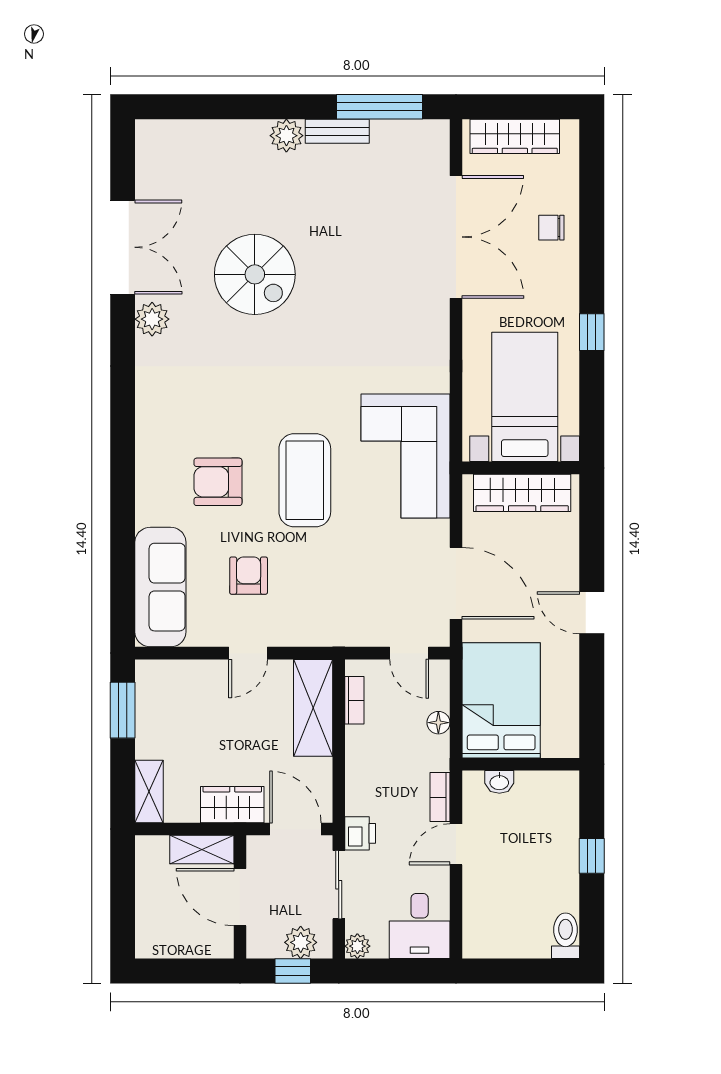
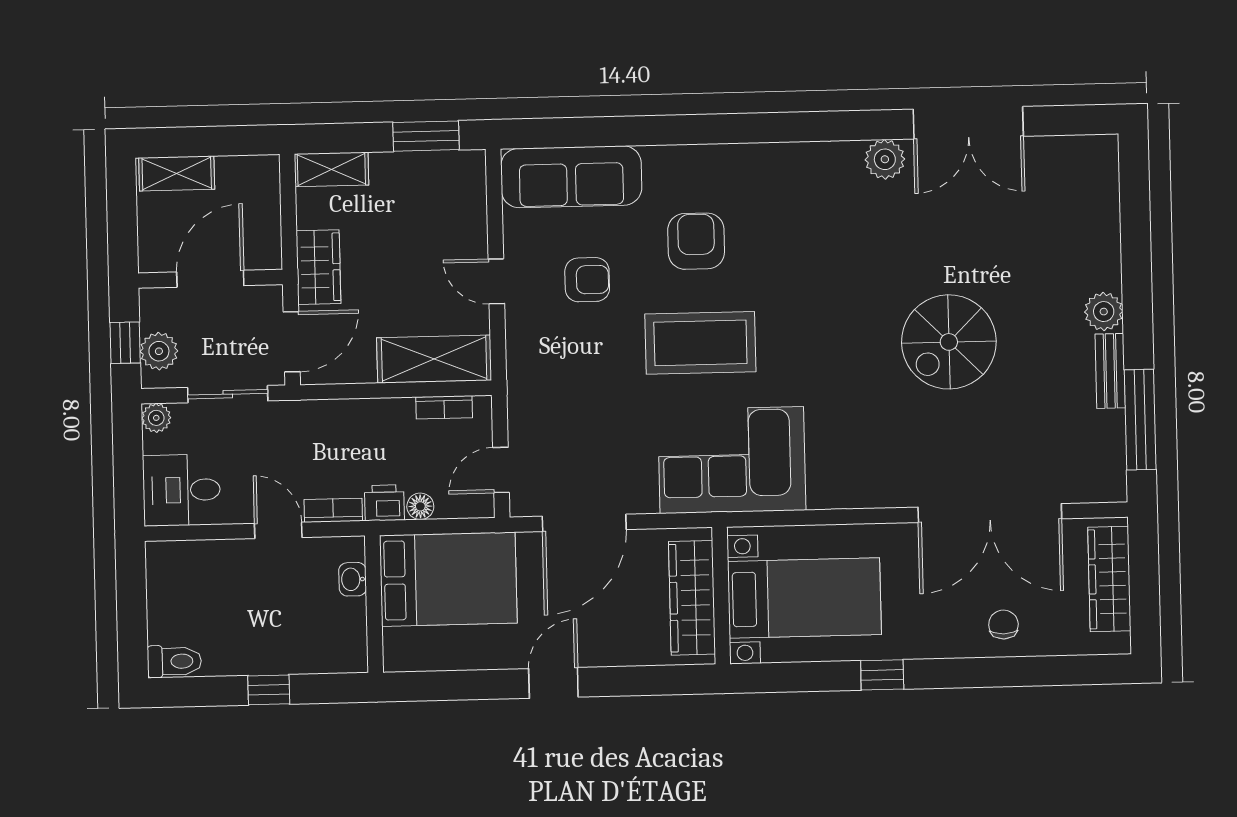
spiral stairs: (255, 274) -> (949, 342), moved
printer: (360, 833) -> (384, 503), moved, turned 180
shelving: (202, 850) -> (177, 173), moved, turned 90

